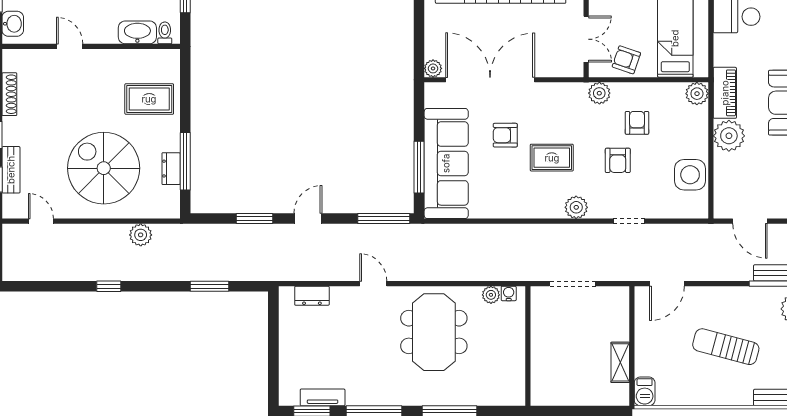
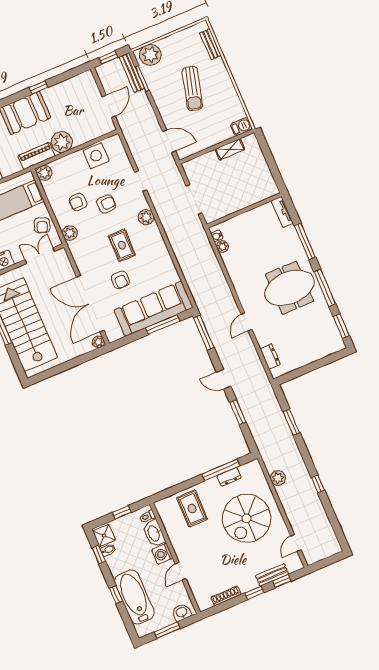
washing machine: (104, 32) -> (162, 554), added
meeting table: (434, 332) -> (289, 288), moved
tv unit: (323, 397) -> (282, 212), moved

